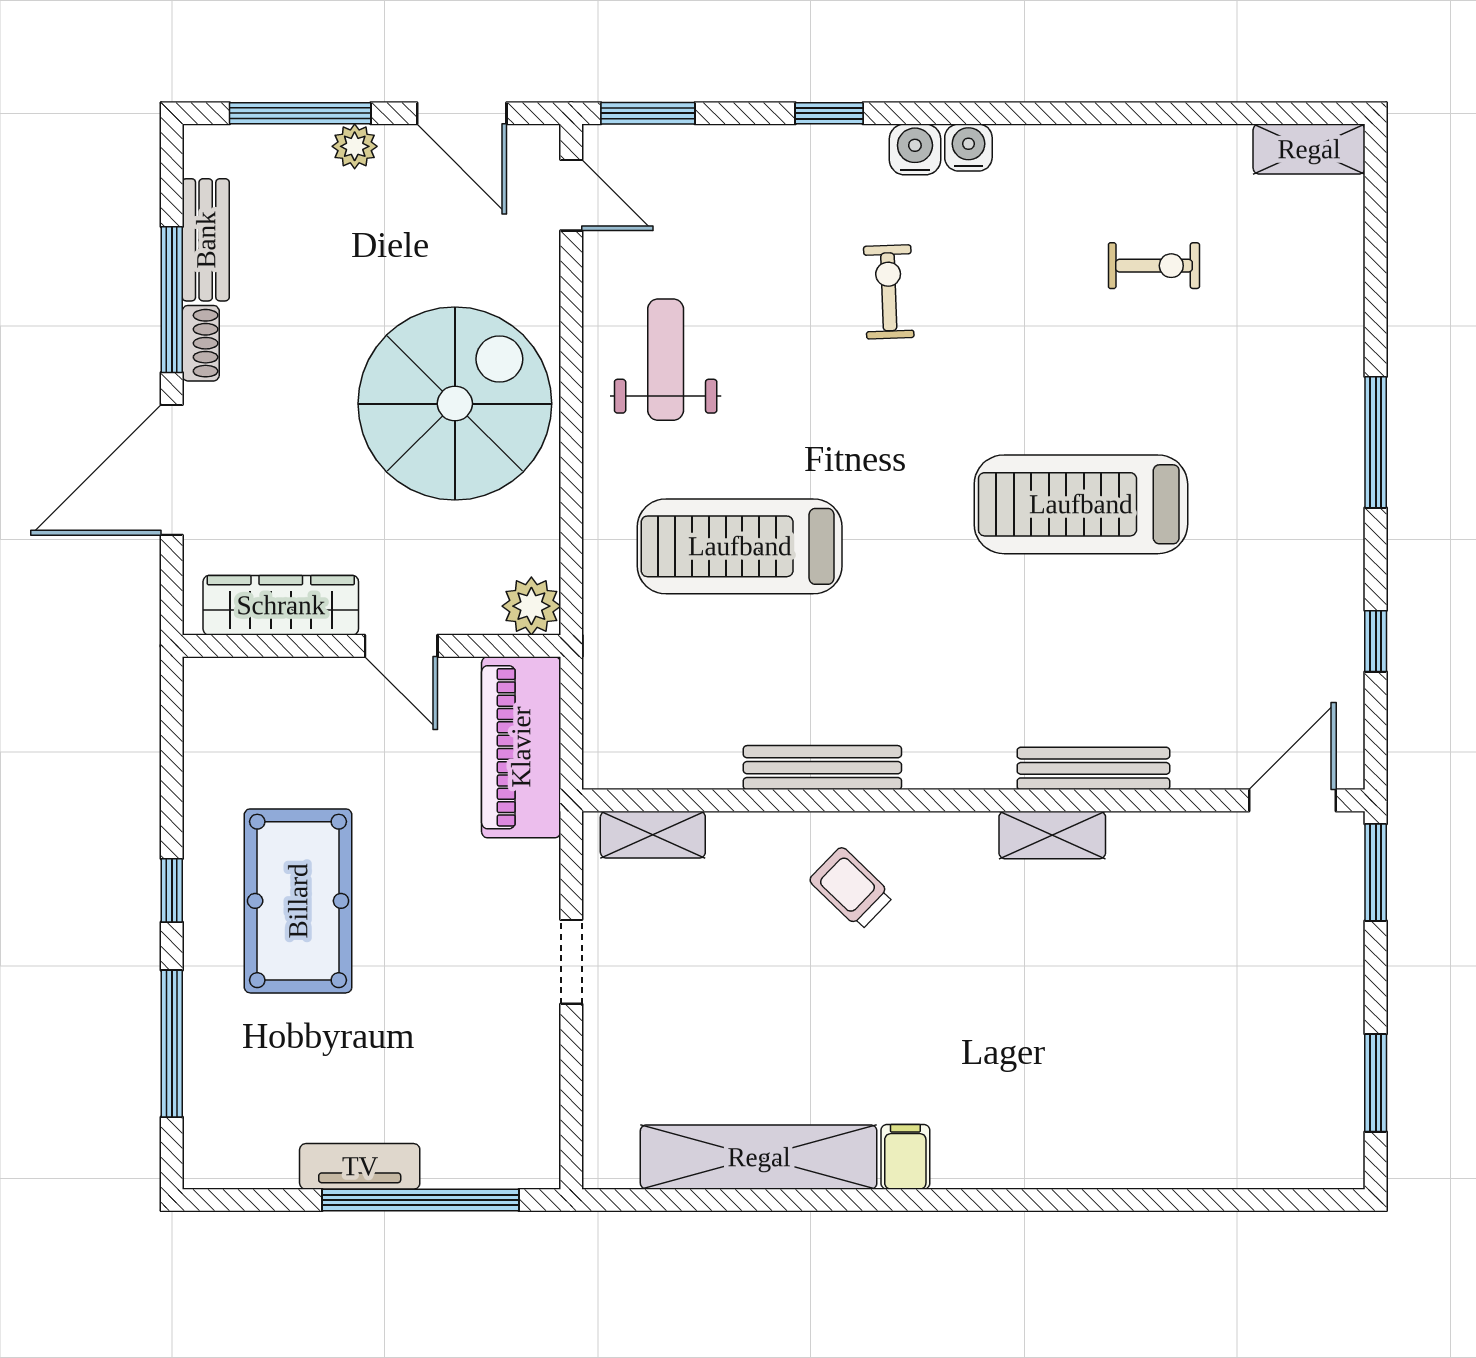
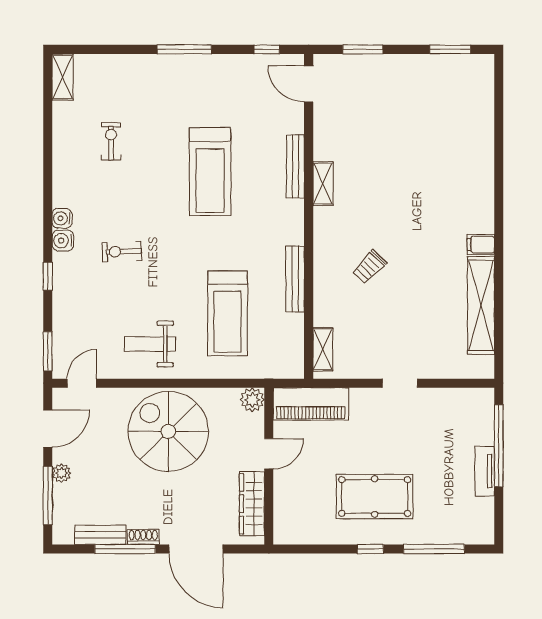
bench: (822, 768) -> (295, 279), moved
bench: (1093, 768) -> (295, 166), moved
wall: (973, 800) -> (309, 216), moved
door: (1292, 800) -> (309, 84), moved
shelving: (653, 835) -> (323, 349), moved
shelving: (1052, 835) -> (323, 184), moved

